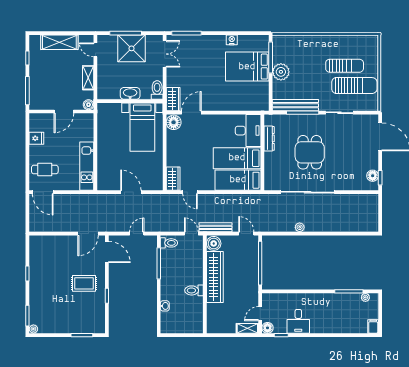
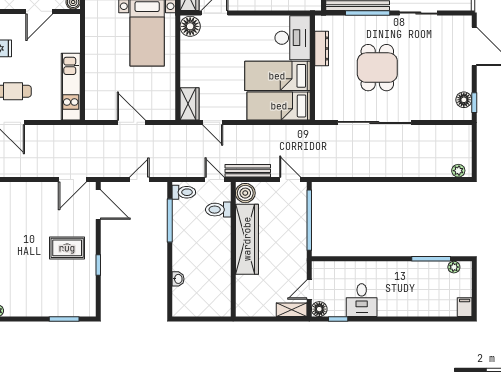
plant: (300, 227) -> (458, 171), moved
toilet: (194, 290) -> (218, 210), moved

